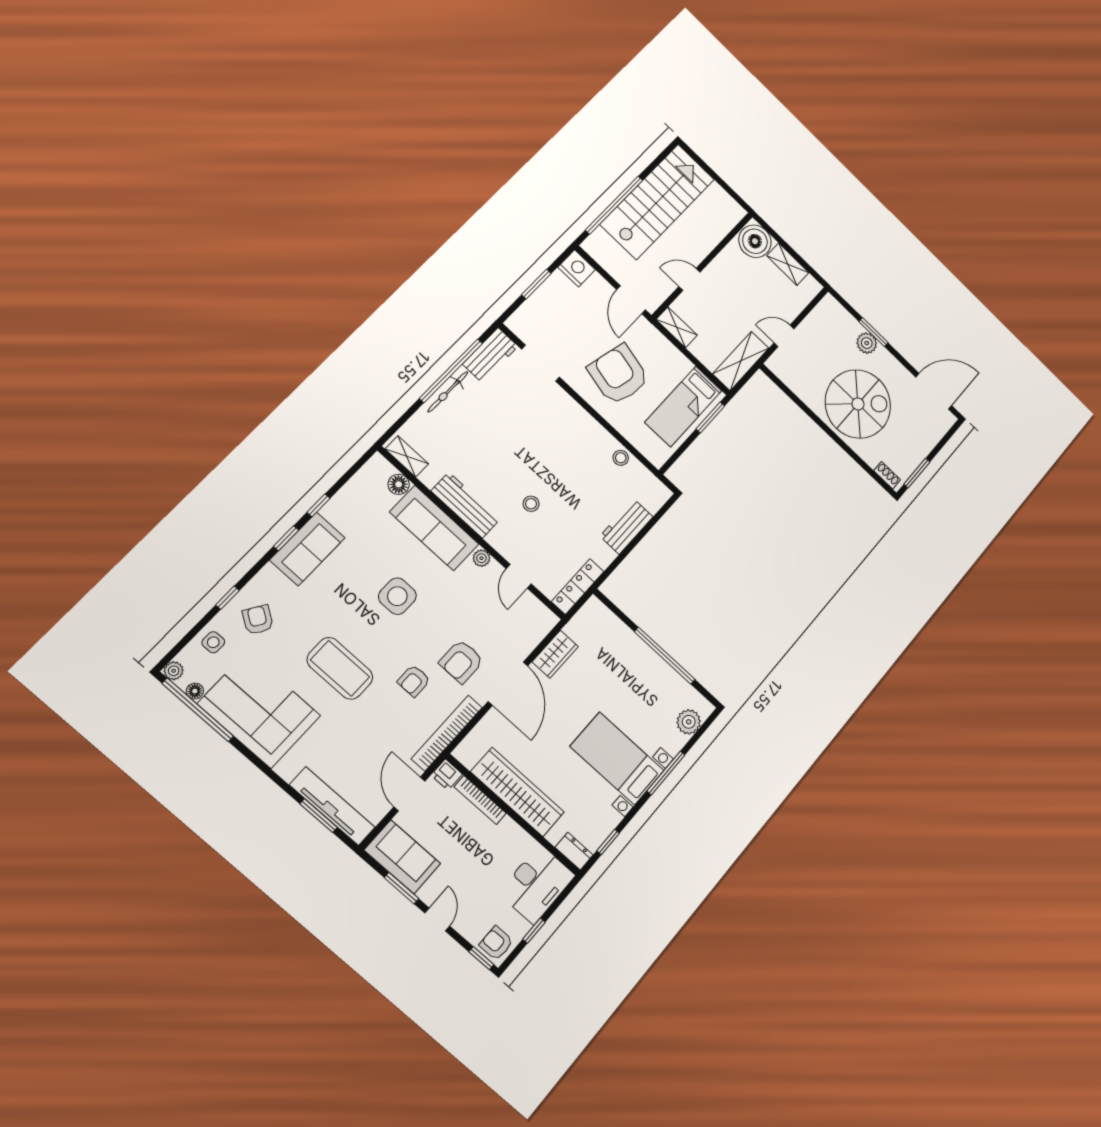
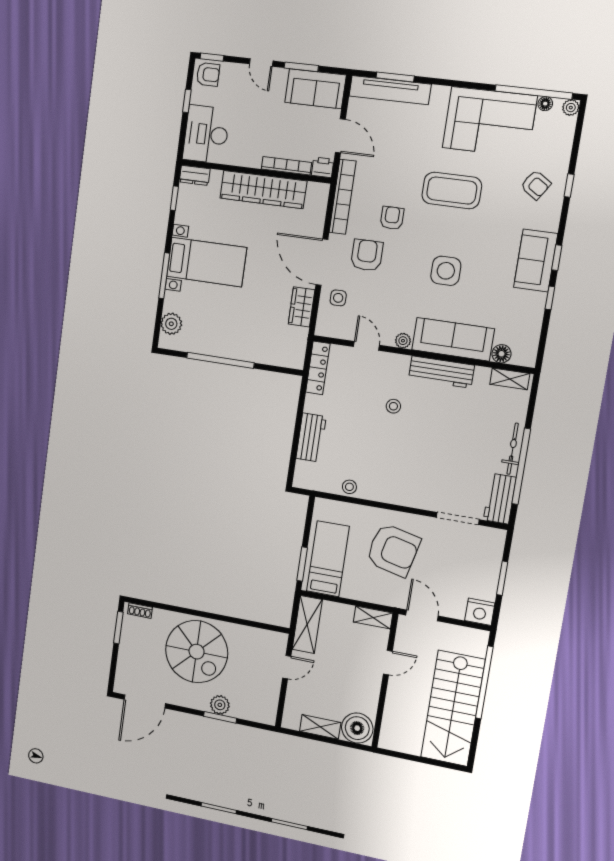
spiral stairs: (858, 404) -> (197, 652), turned -90
side table: (213, 642) -> (338, 298), moved

